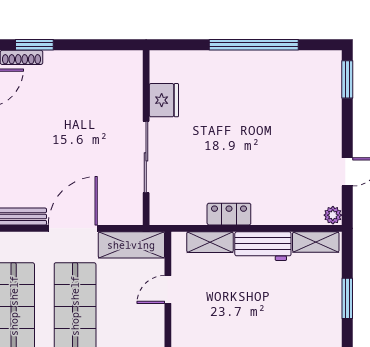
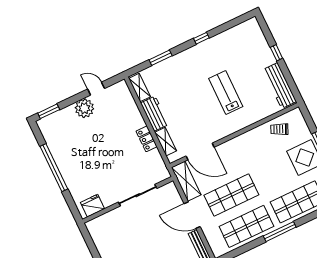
fridge: (164, 100) -> (92, 206), moved
plant: (333, 215) -> (84, 108), moved, width x1.88, depth x1.88
door: (168, 289) -> (200, 152), width x1.88

